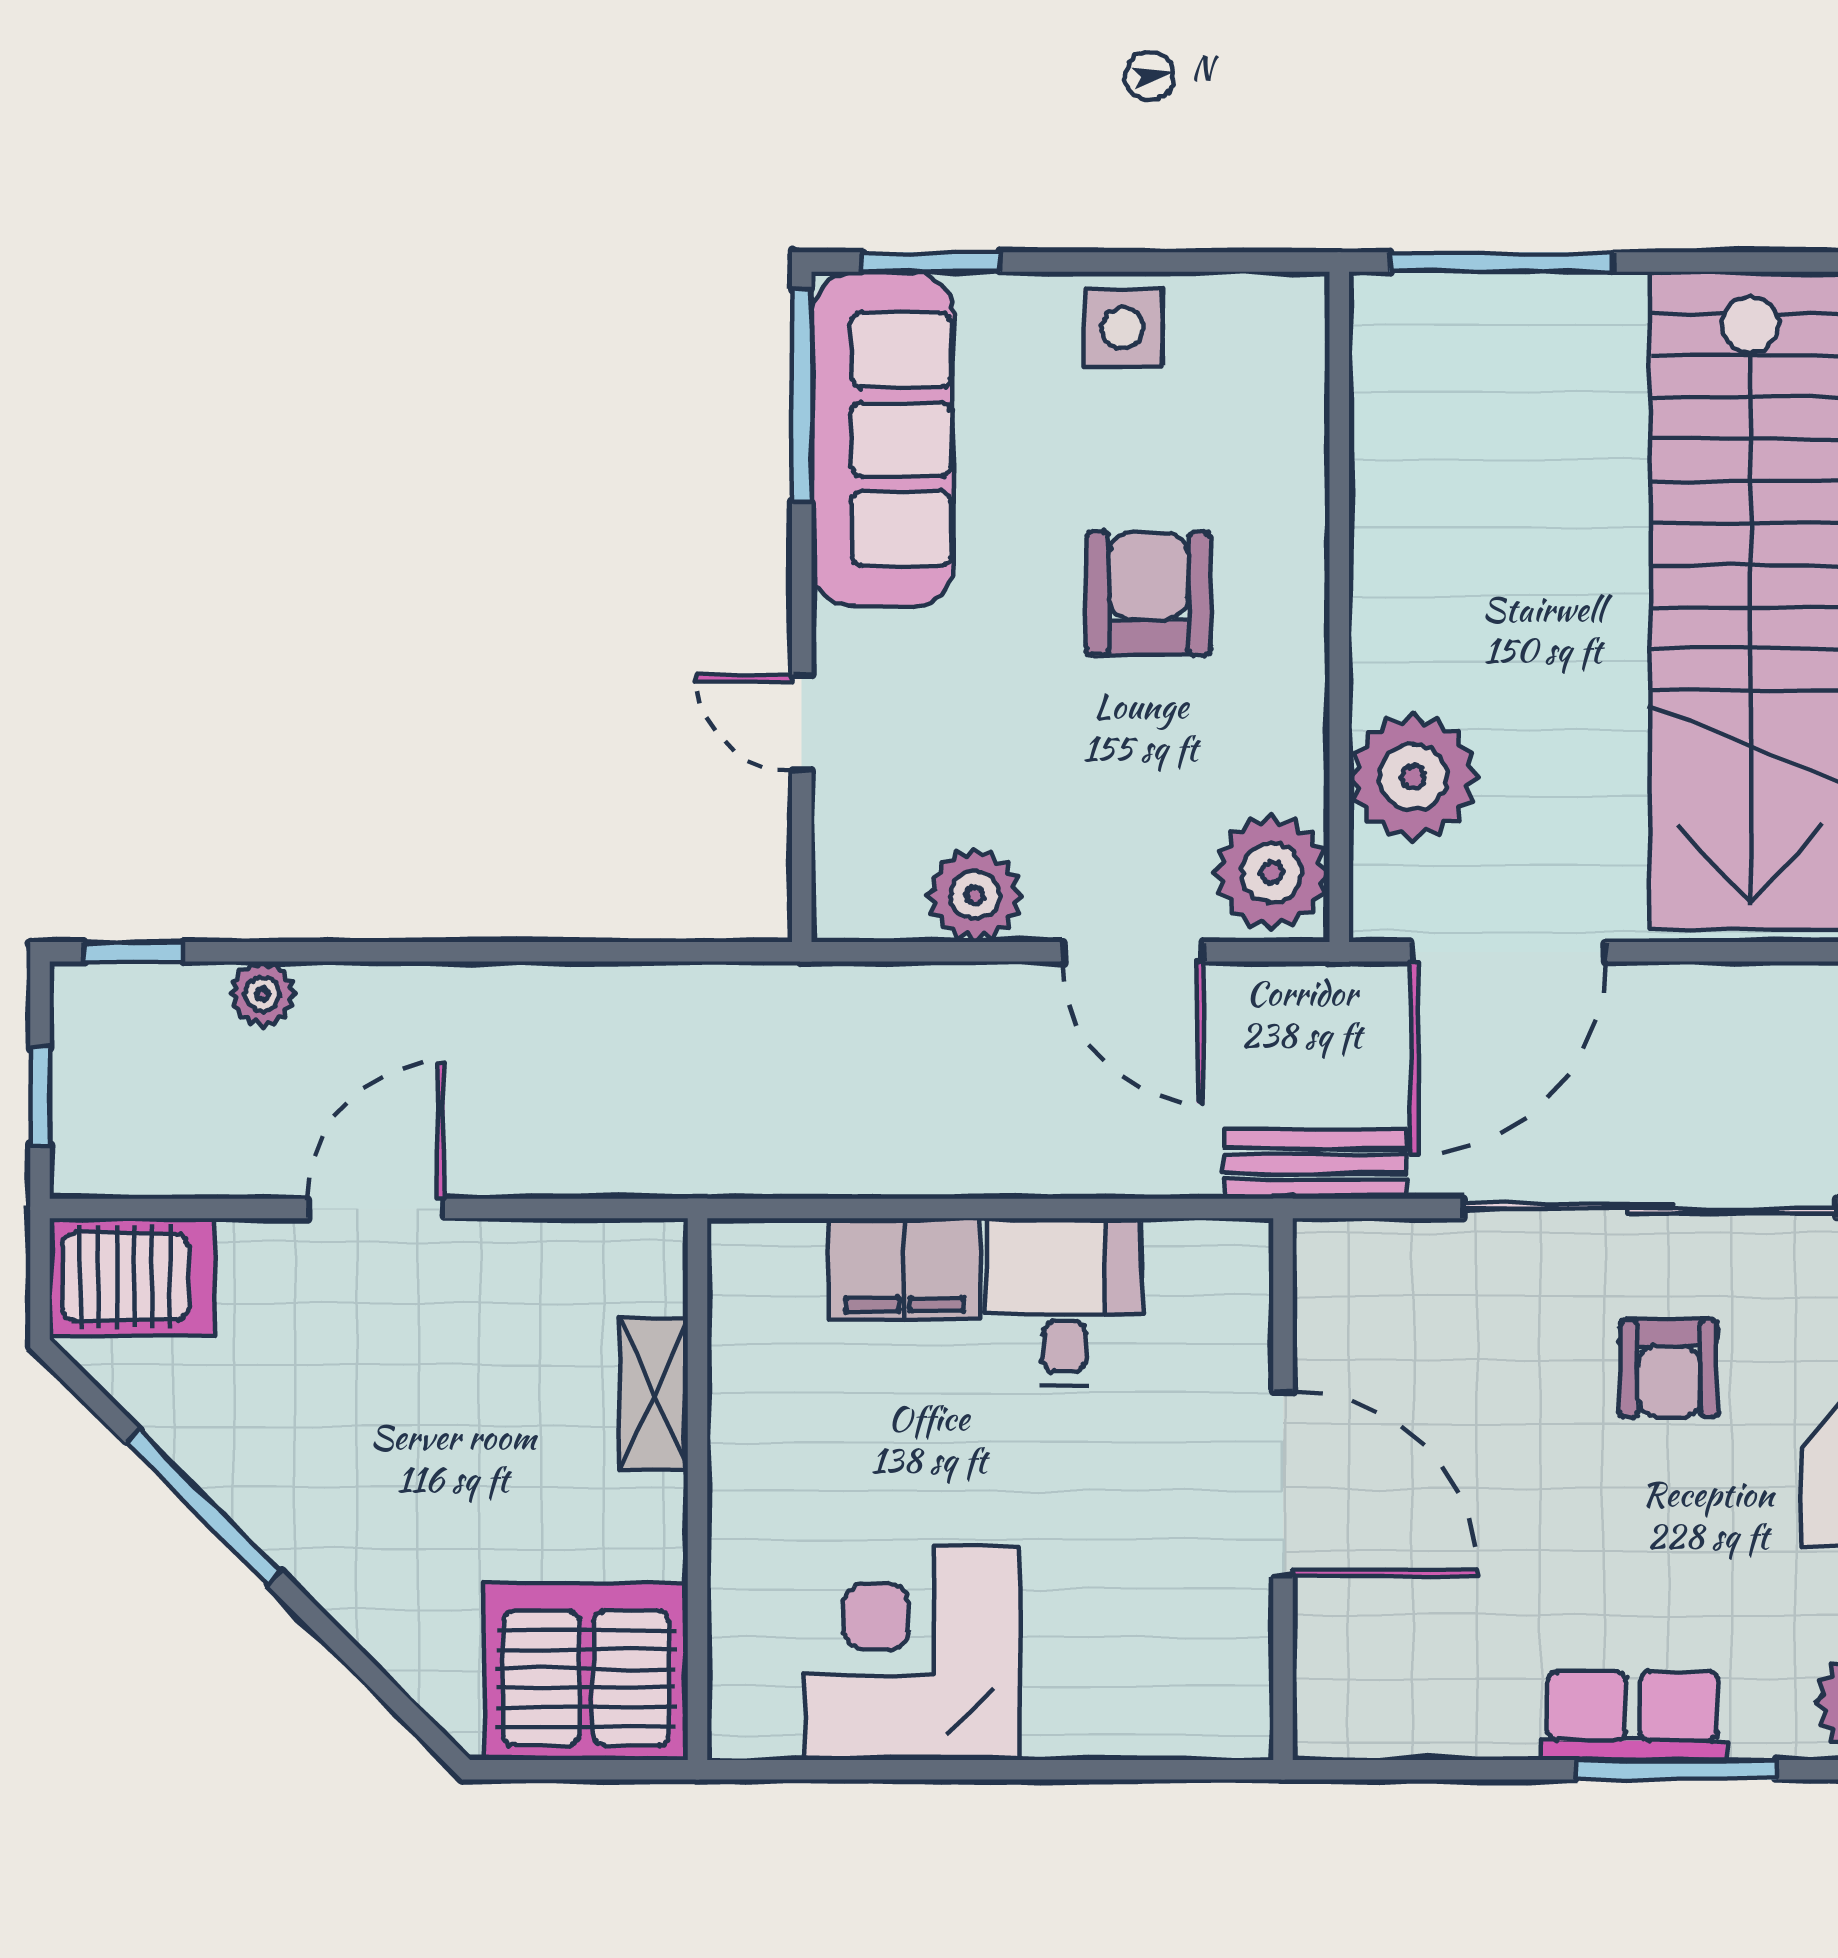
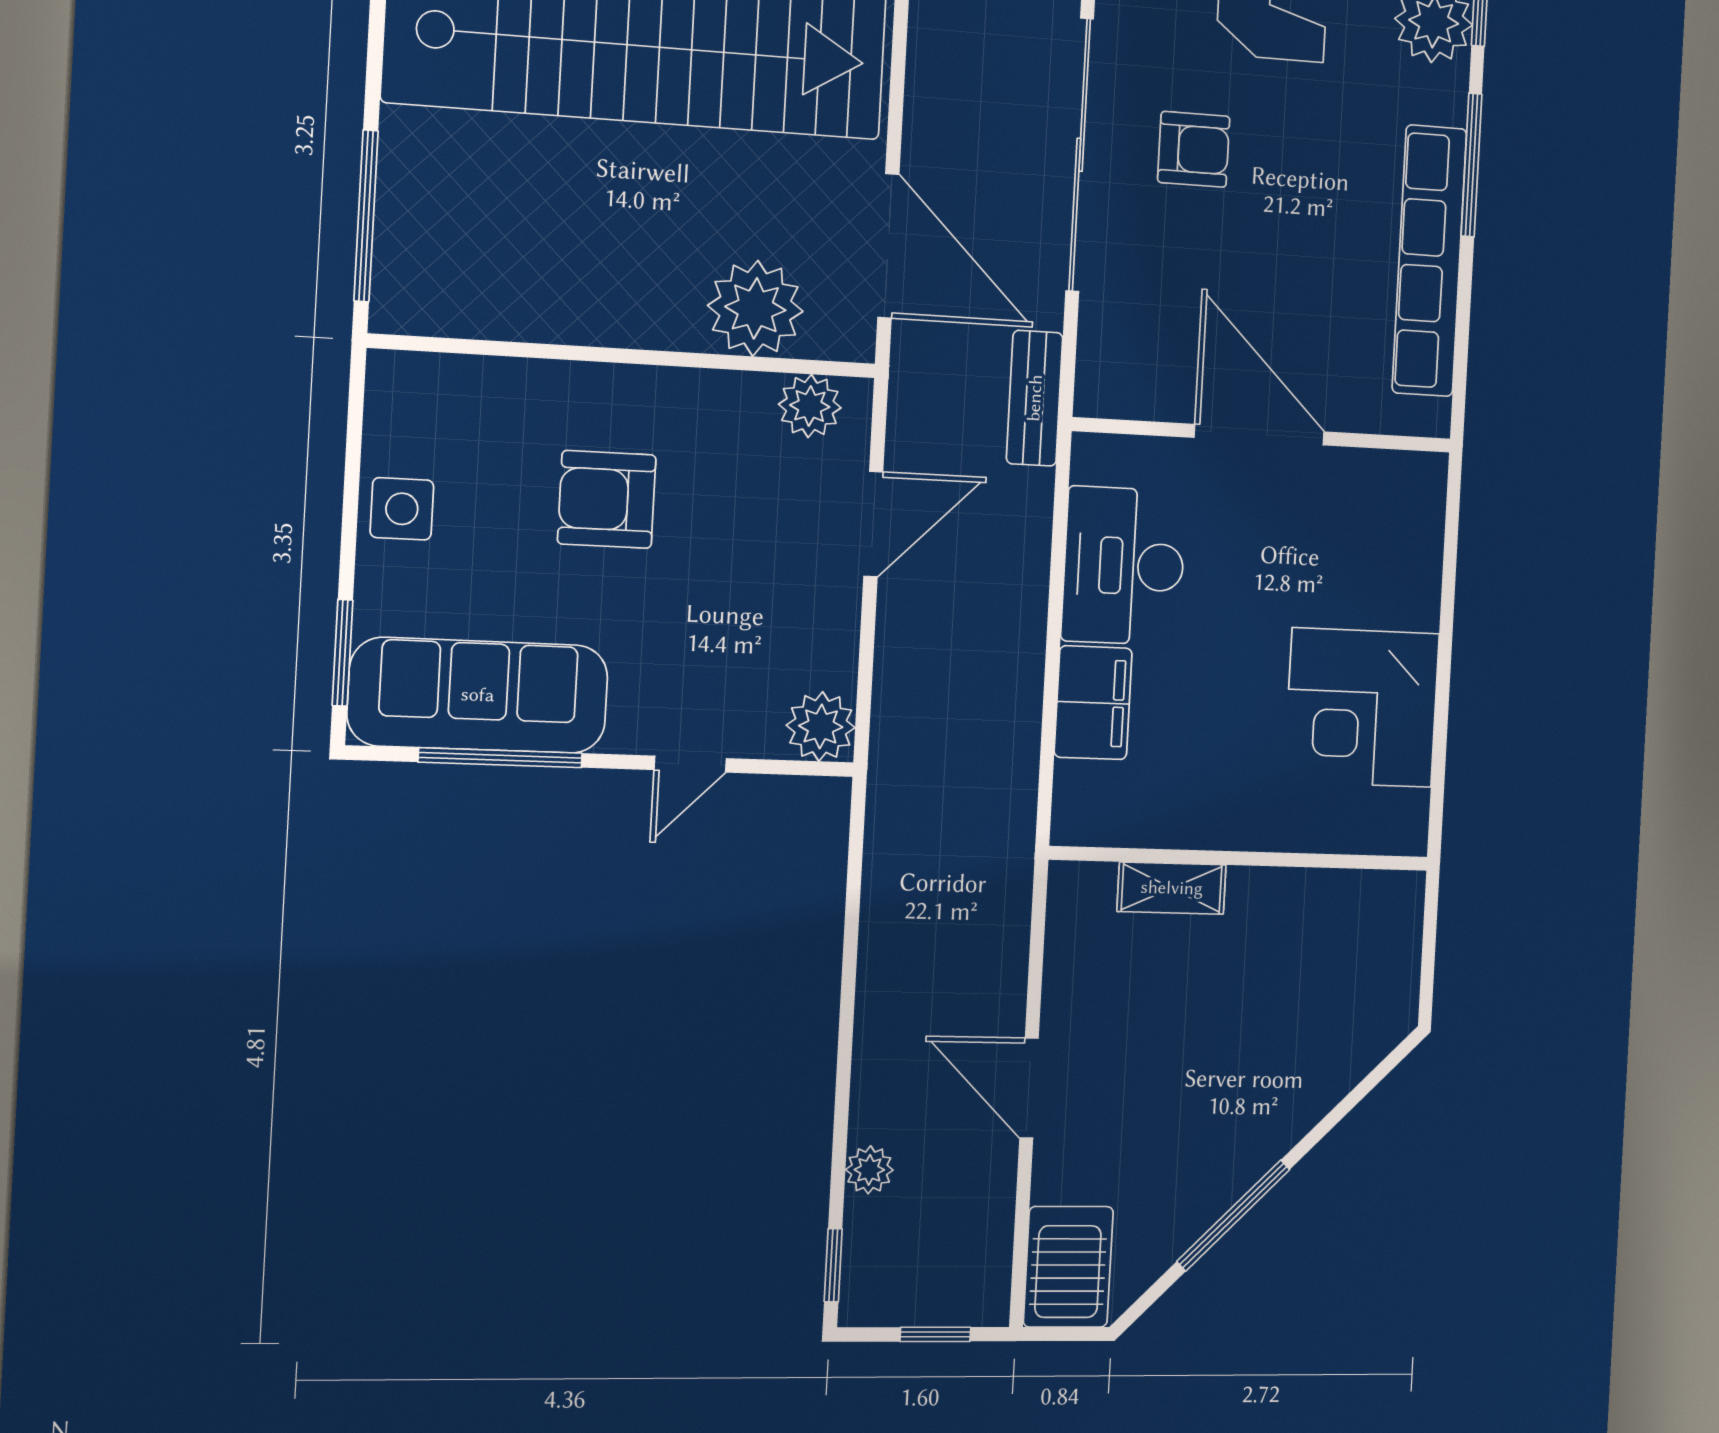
window: (802, 395) -> (500, 758), moved
plant: (1272, 872) -> (810, 406), width x0.73, depth x0.73
plant: (975, 895) -> (821, 726), moved
desk: (1064, 1301) -> (1124, 566), width x1.37
door: (1283, 1484) -> (1259, 435), hinge flipped
server rack: (586, 1671) -> (1362, 942), removed
row of seats: (1633, 1716) -> (1429, 261), width x2.02

